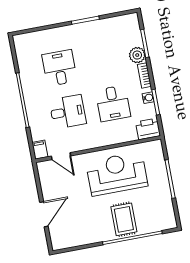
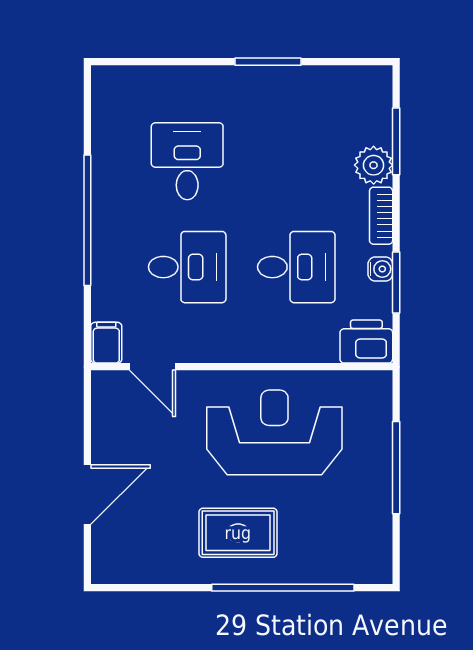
desk: (113, 103) -> (296, 267), turned -90
rug: (124, 219) -> (238, 533), moved, turned 90

